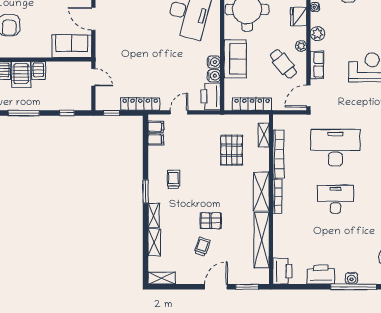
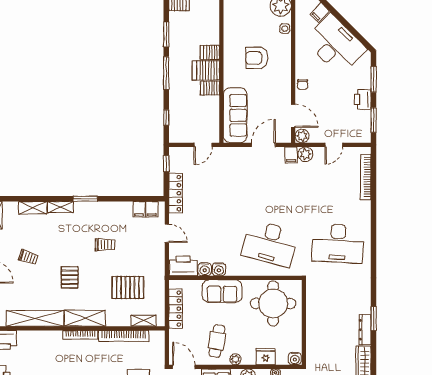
sofa: (72, 46) -> (235, 115), width x1.36
cafe table: (283, 64) -> (217, 341), turned -41
trolley: (173, 179) -> (105, 245), moved
pallet: (211, 221) -> (70, 277), moved

